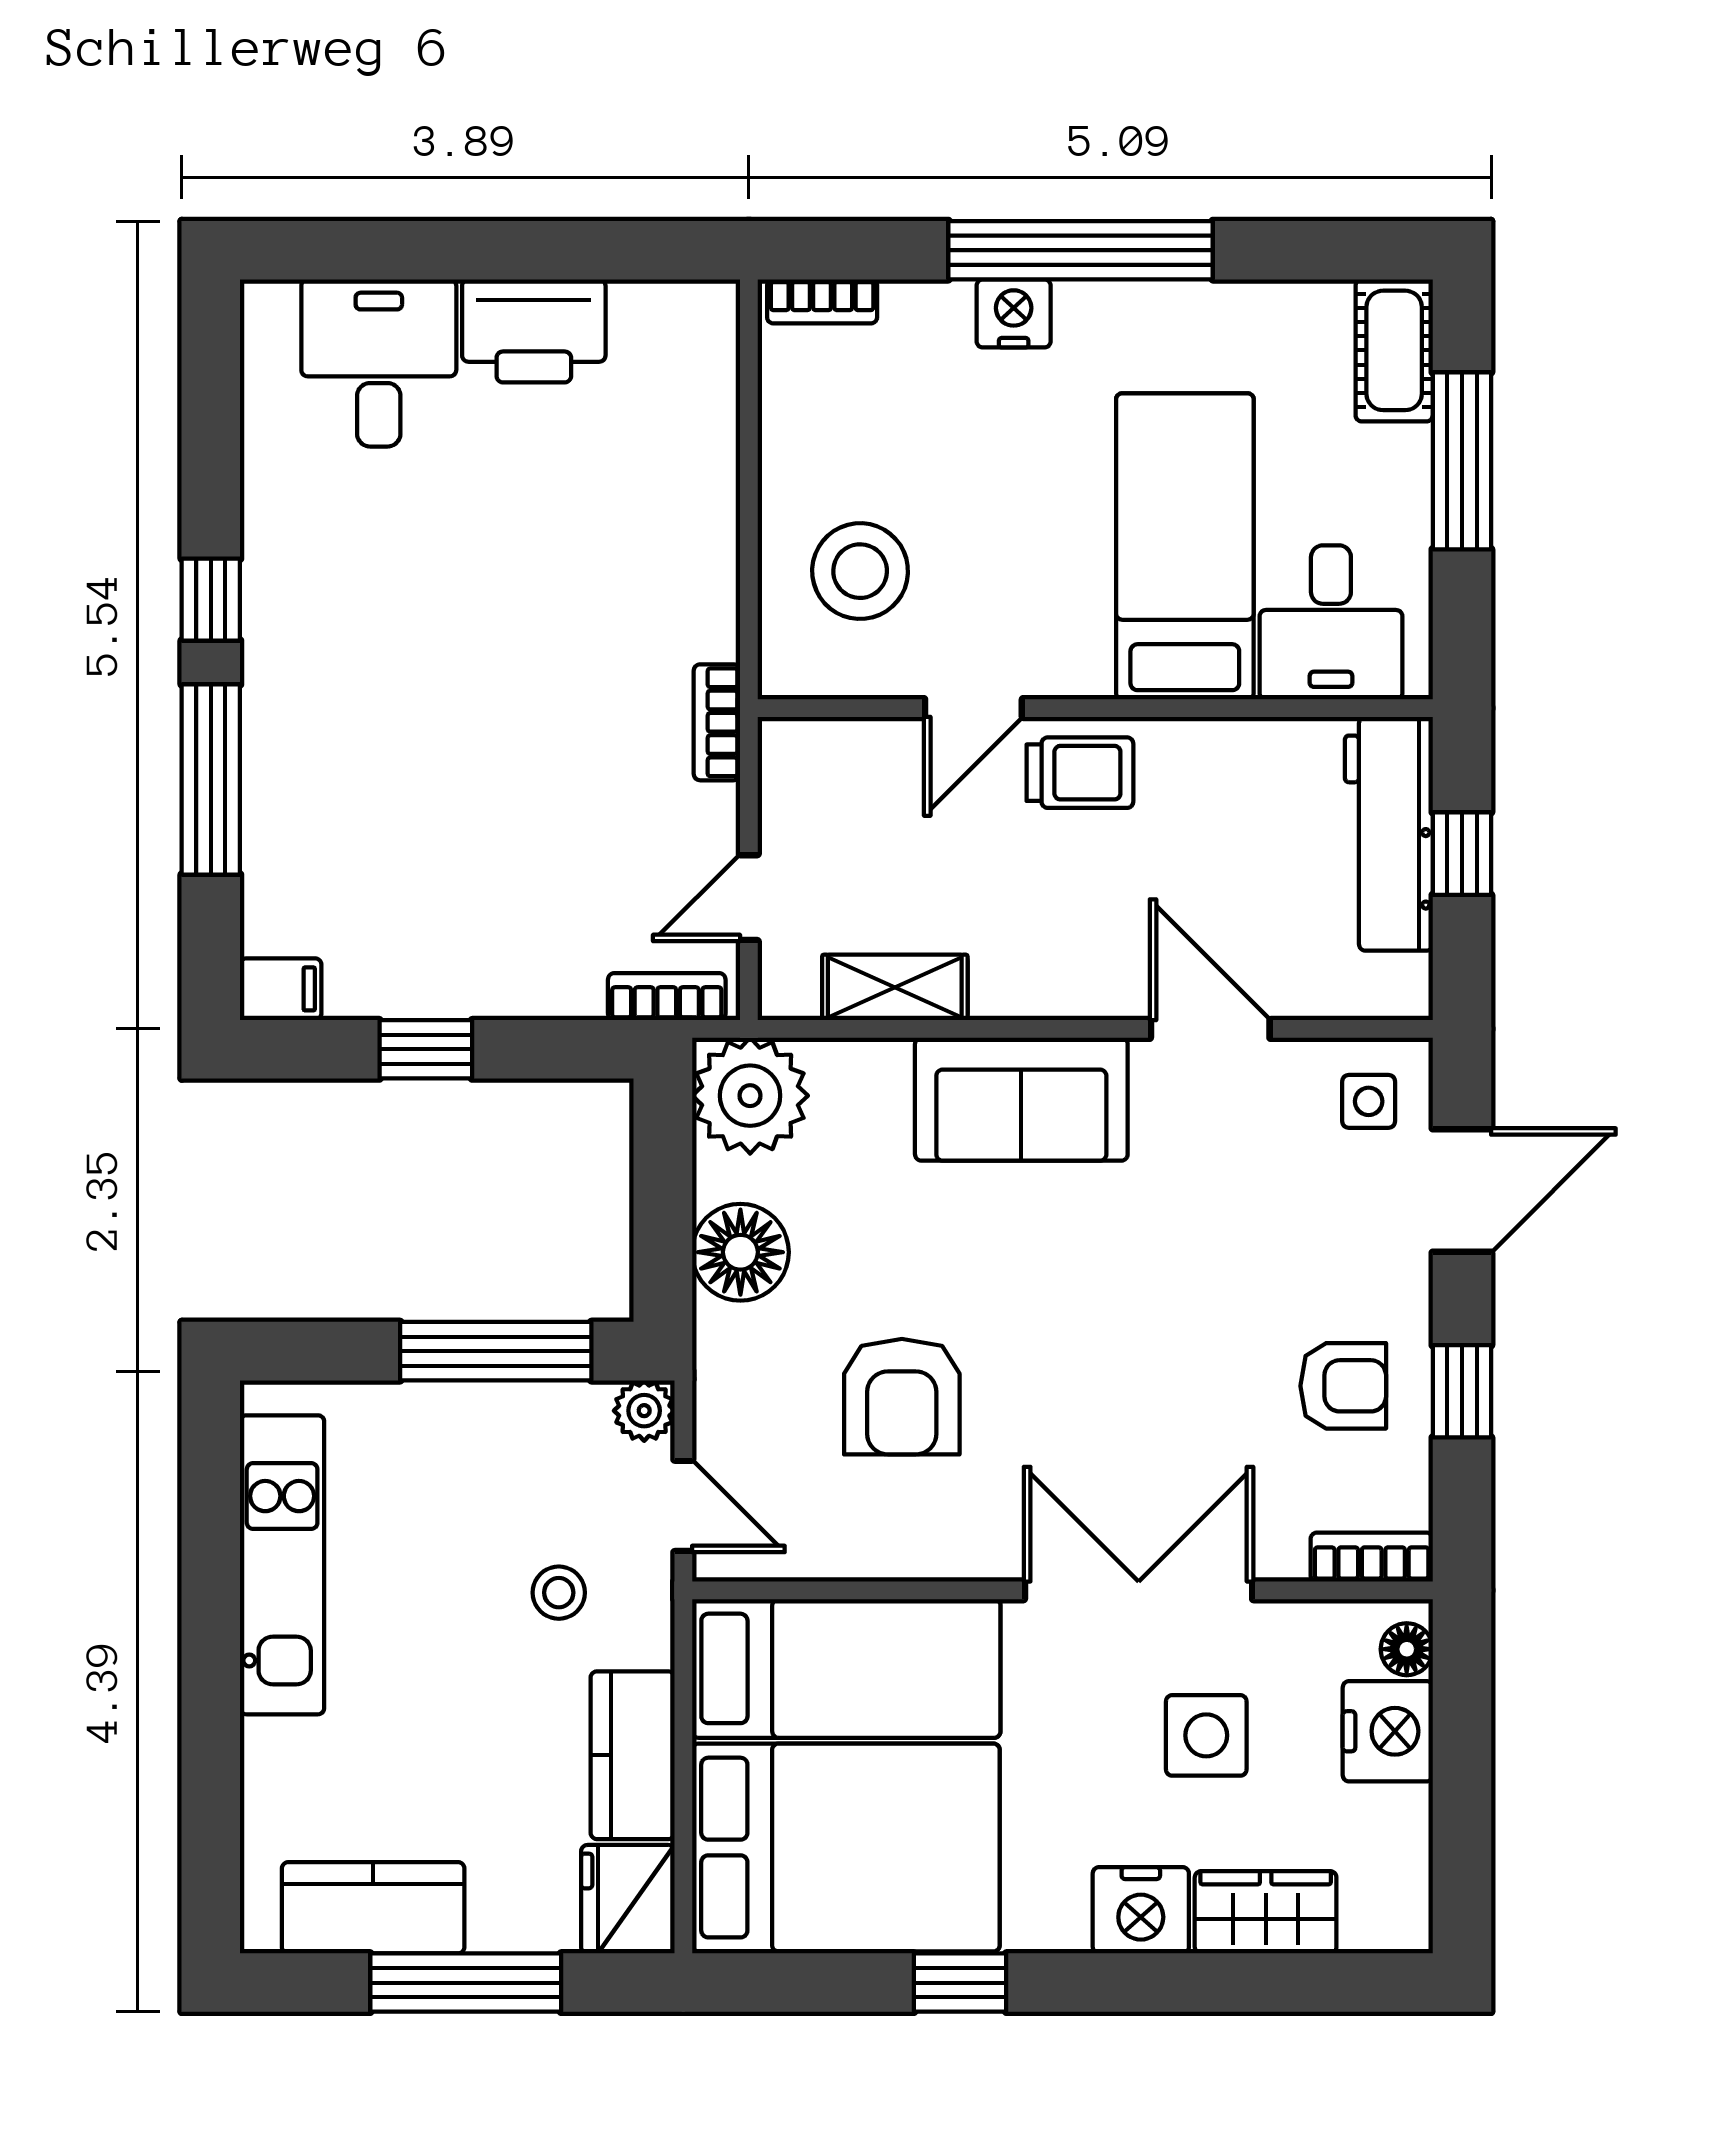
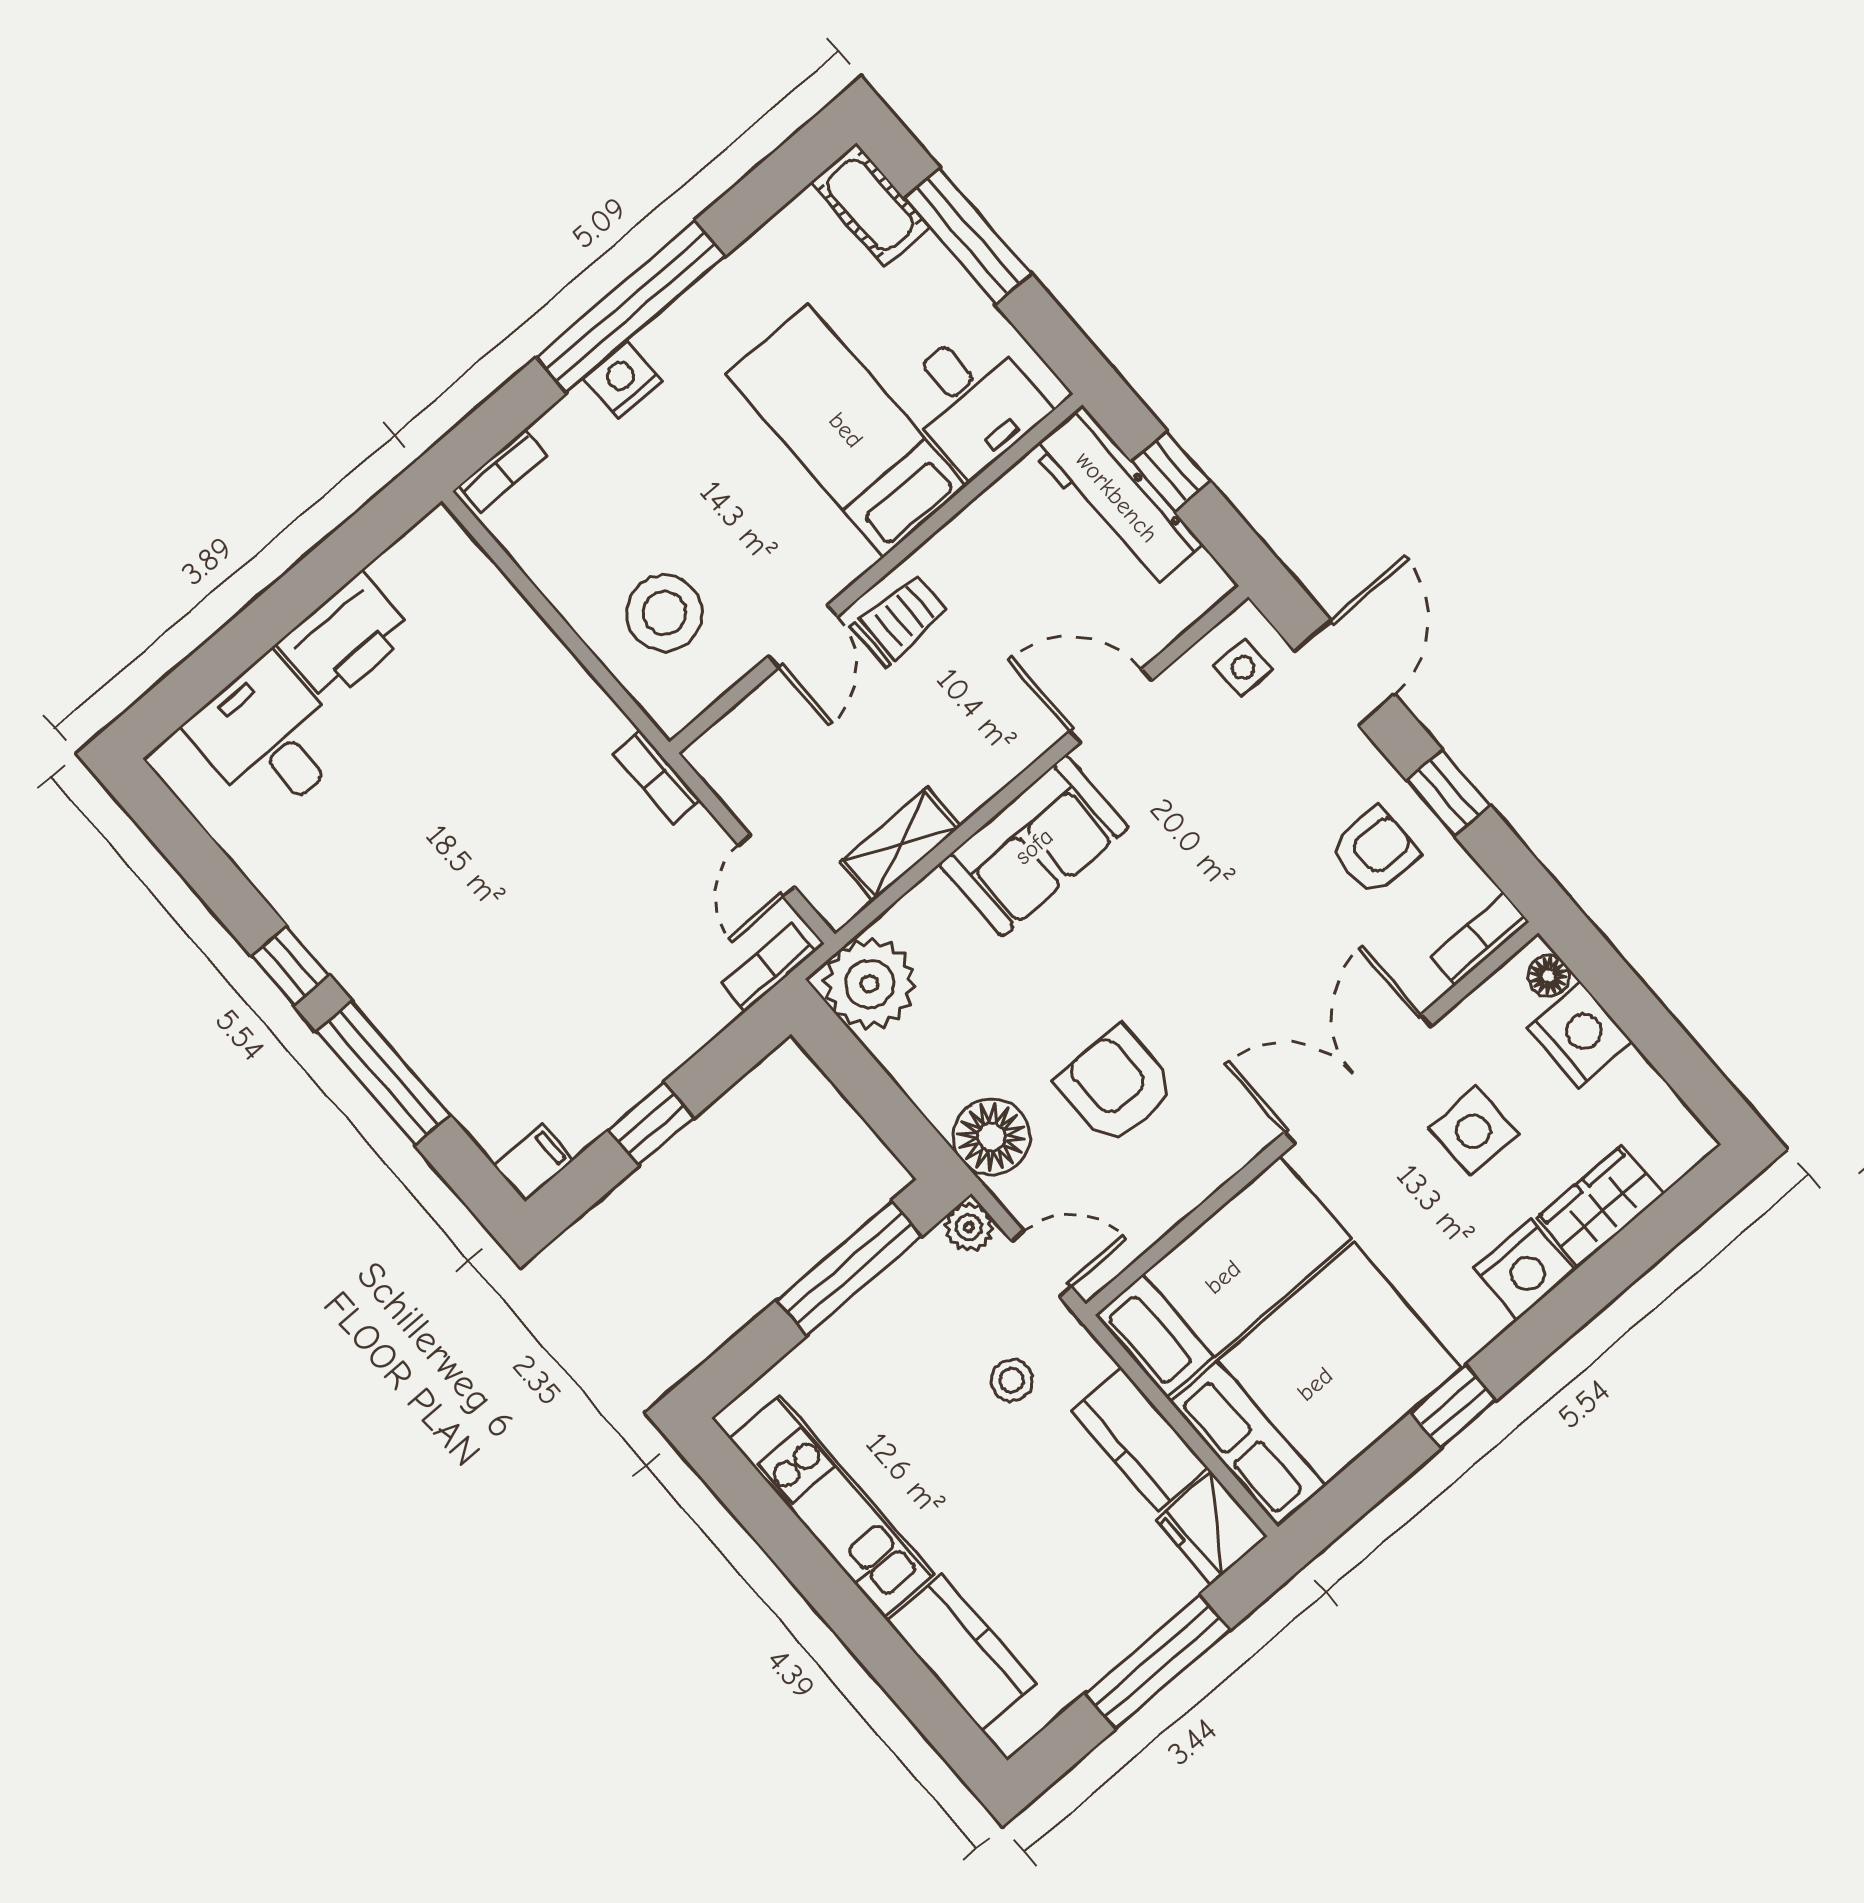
floor lamp: (740, 1252) -> (992, 1137), moved
armchair: (902, 1397) -> (1116, 1086), turned 180
kitchen counter: (373, 1908) -> (961, 1652), moved, turned 90

